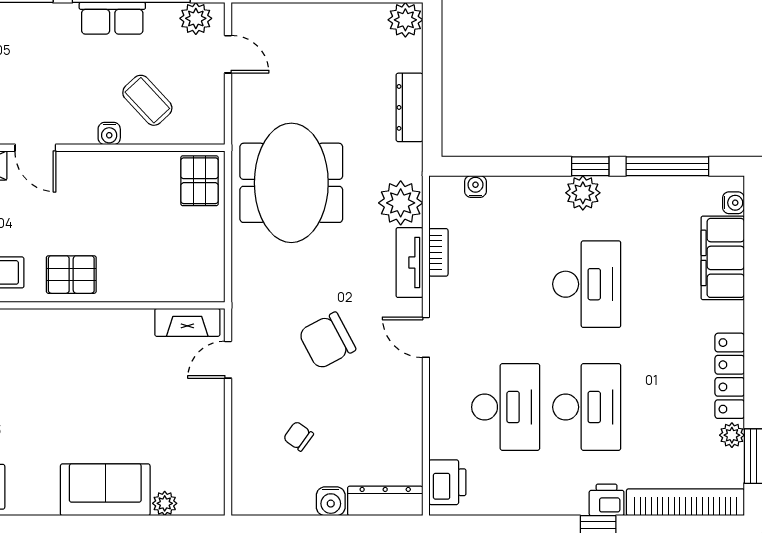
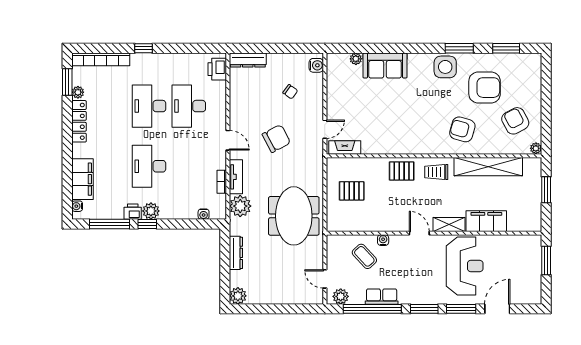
pallet: (200, 181) -> (352, 191), moved, turned 90
printer: (607, 500) -> (133, 212), moved, turned 180
water cooler: (331, 501) -> (316, 65), moved, turned 90

